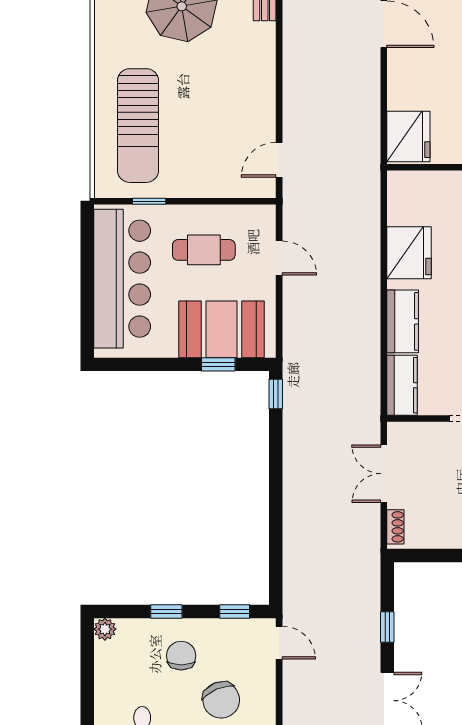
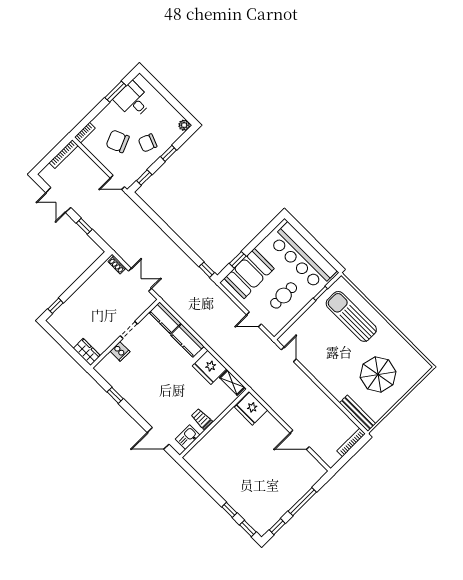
shelving: (398, 200) -> (232, 382), added
chair: (181, 656) -> (148, 143), turned 112

